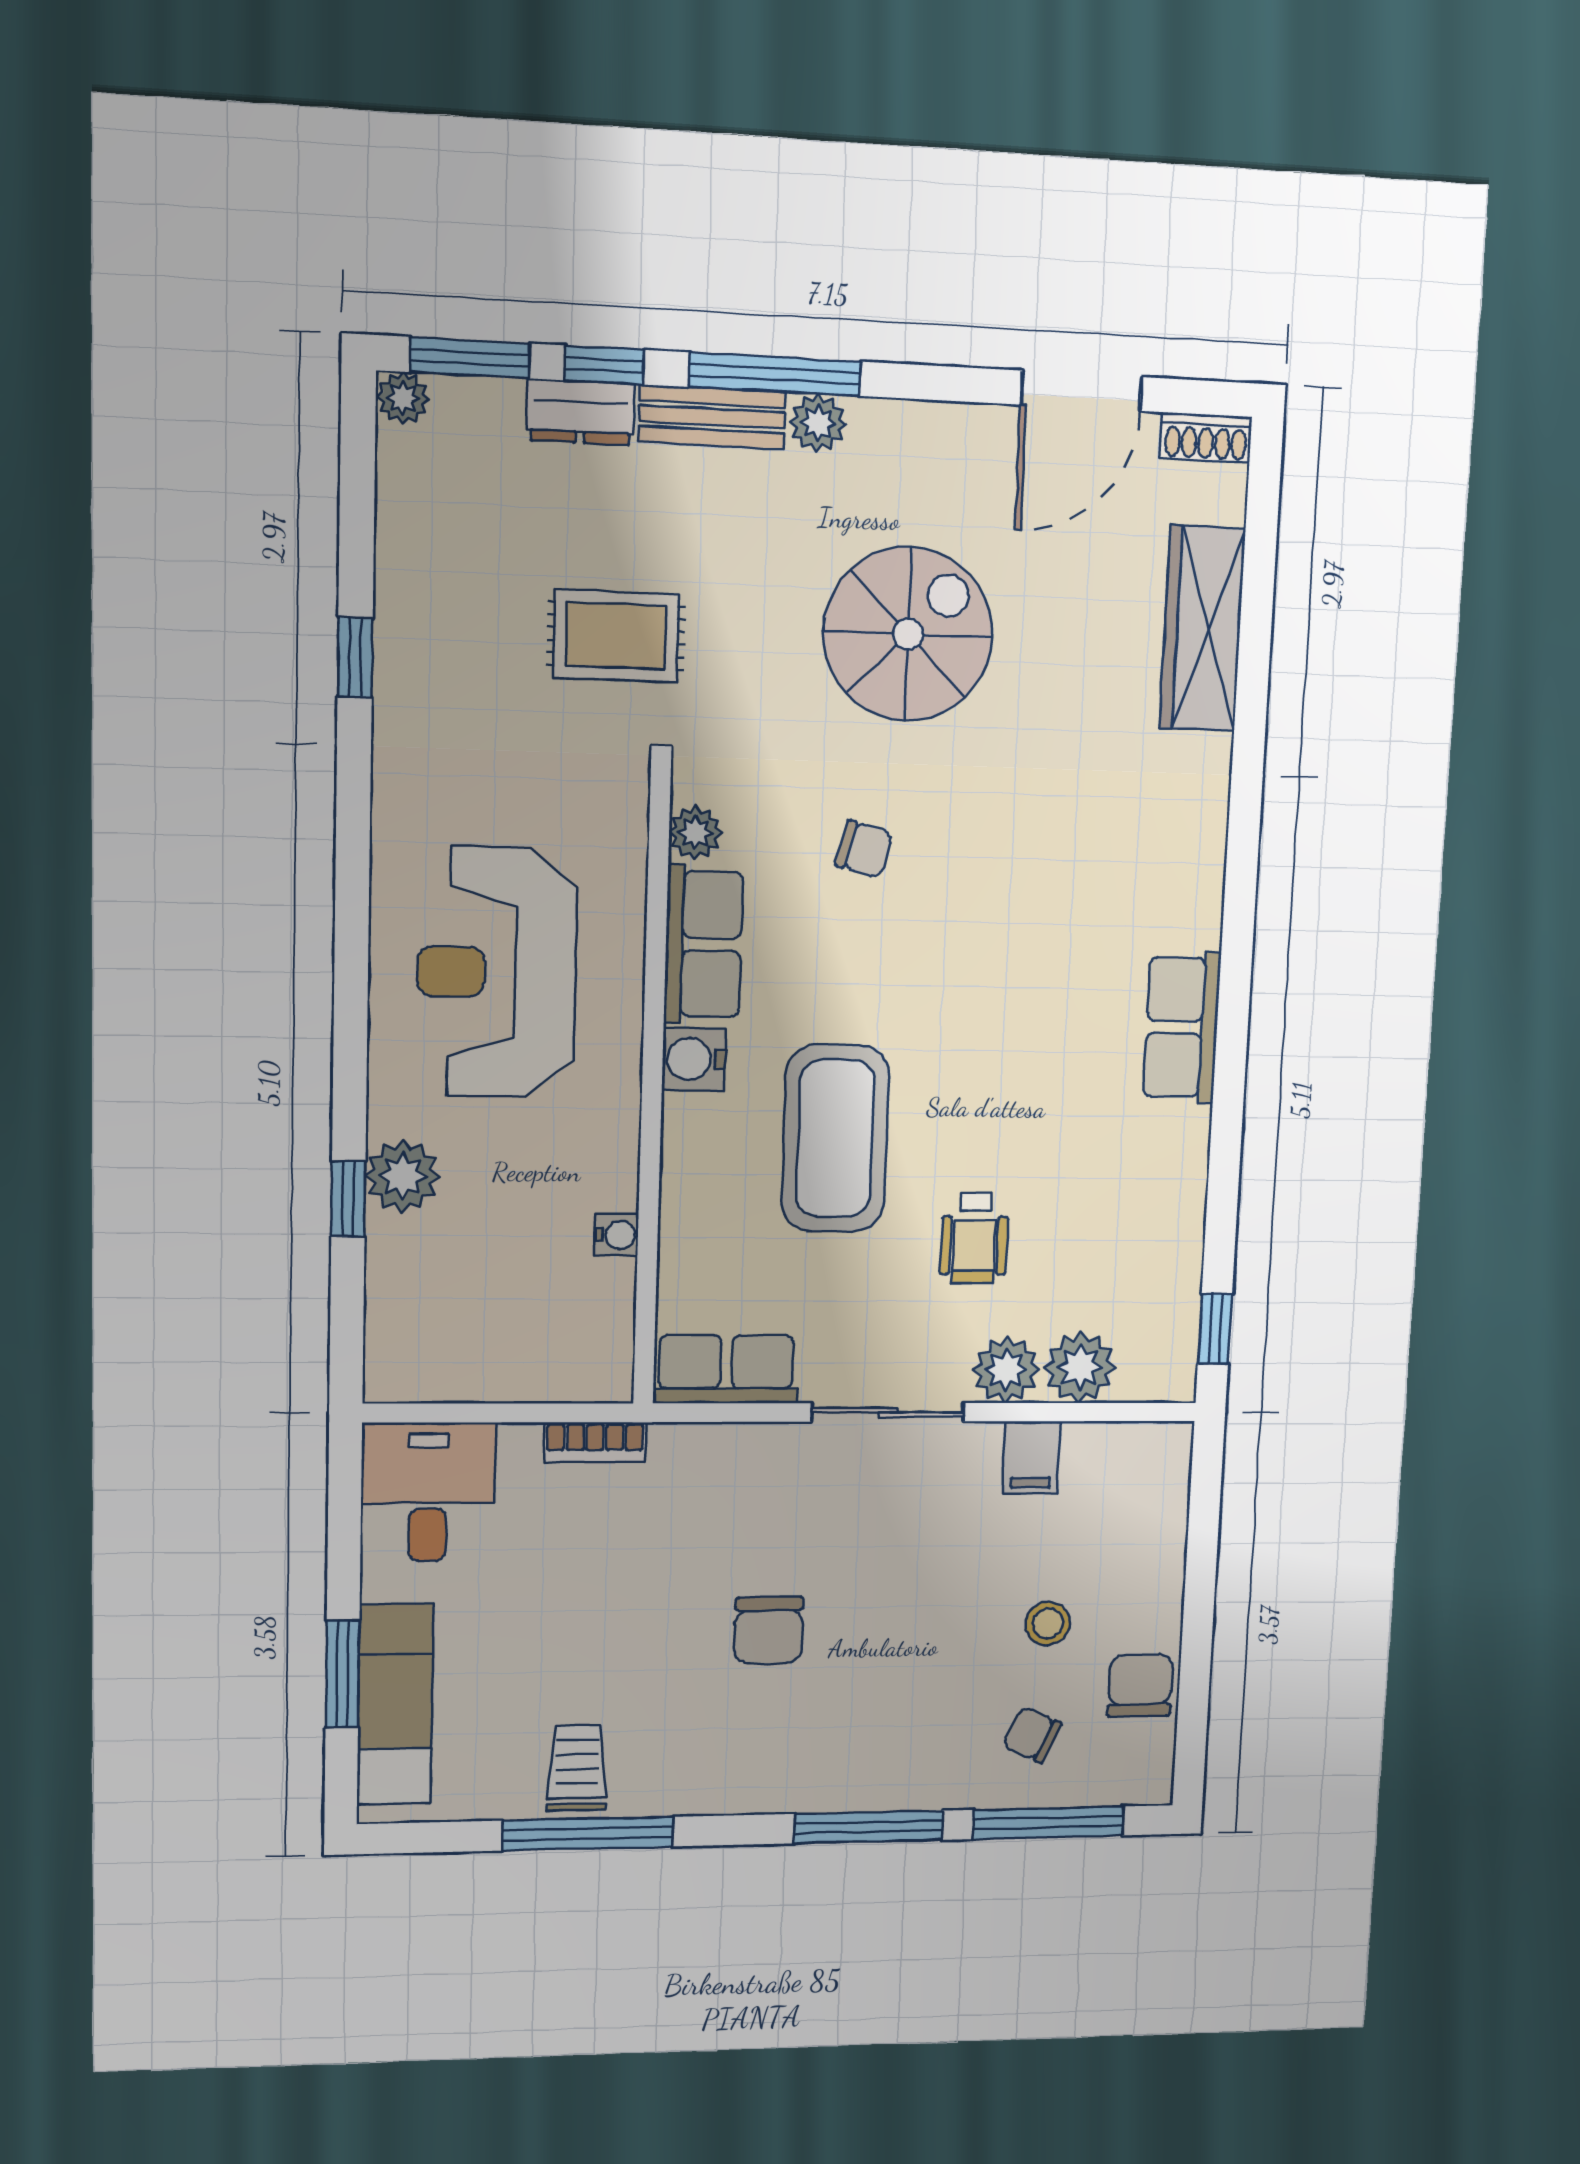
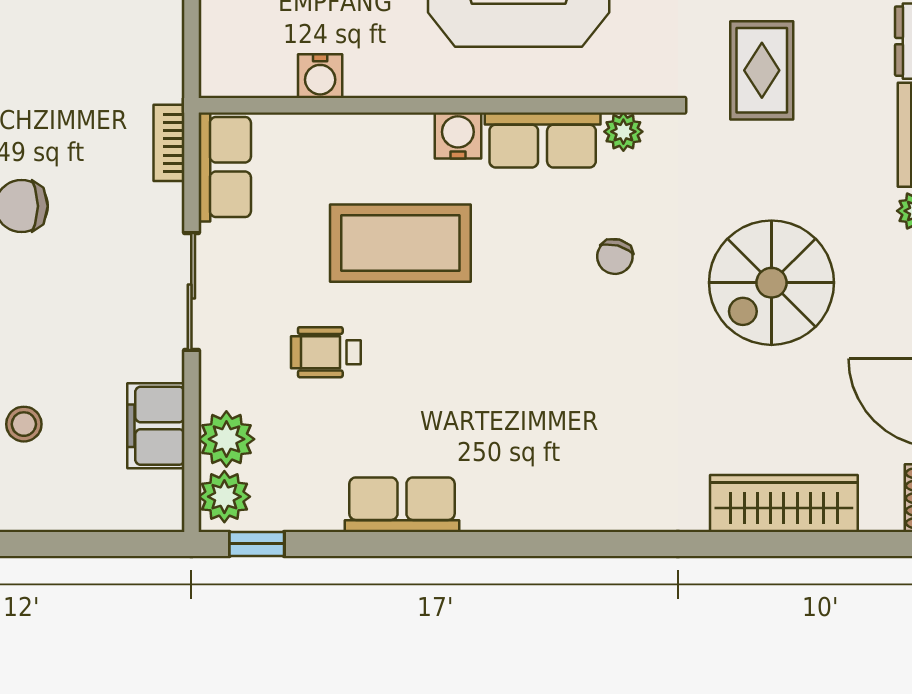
spiral stairs: (908, 634) -> (771, 283), turned 90
row of seats: (1182, 1027) -> (402, 505), moved
water cooler: (617, 1235) -> (320, 76), width x1.38, depth x1.38
plant: (1006, 1370) -> (224, 497), moved
bookcase: (595, 1442) -> (169, 143), moved
filing cabinet: (1031, 1457) -> (156, 426), width x2.00

